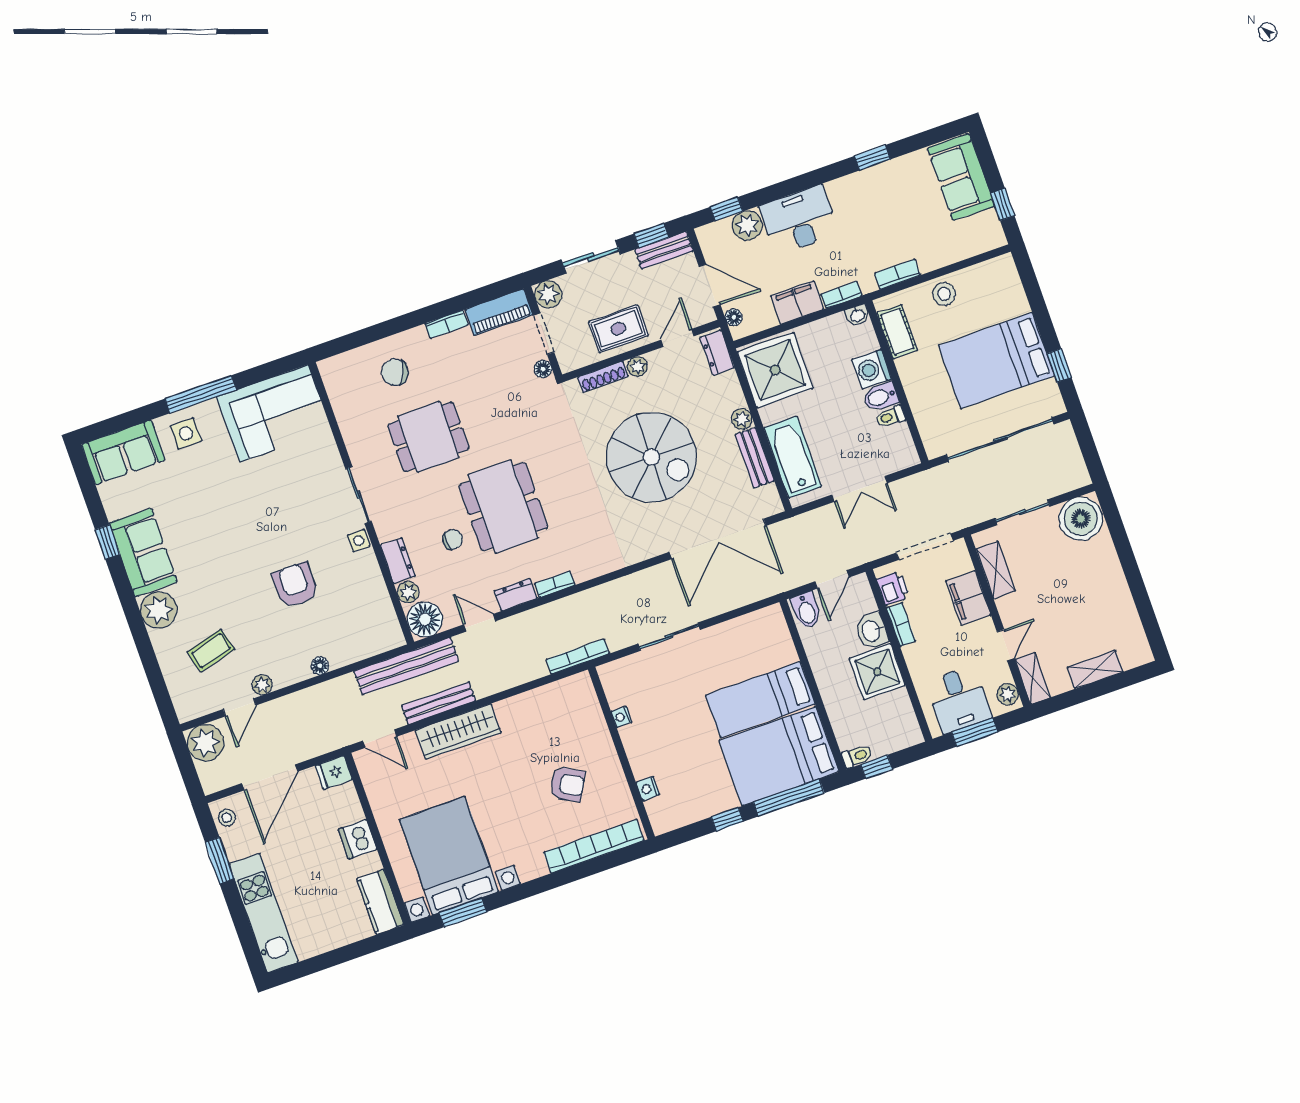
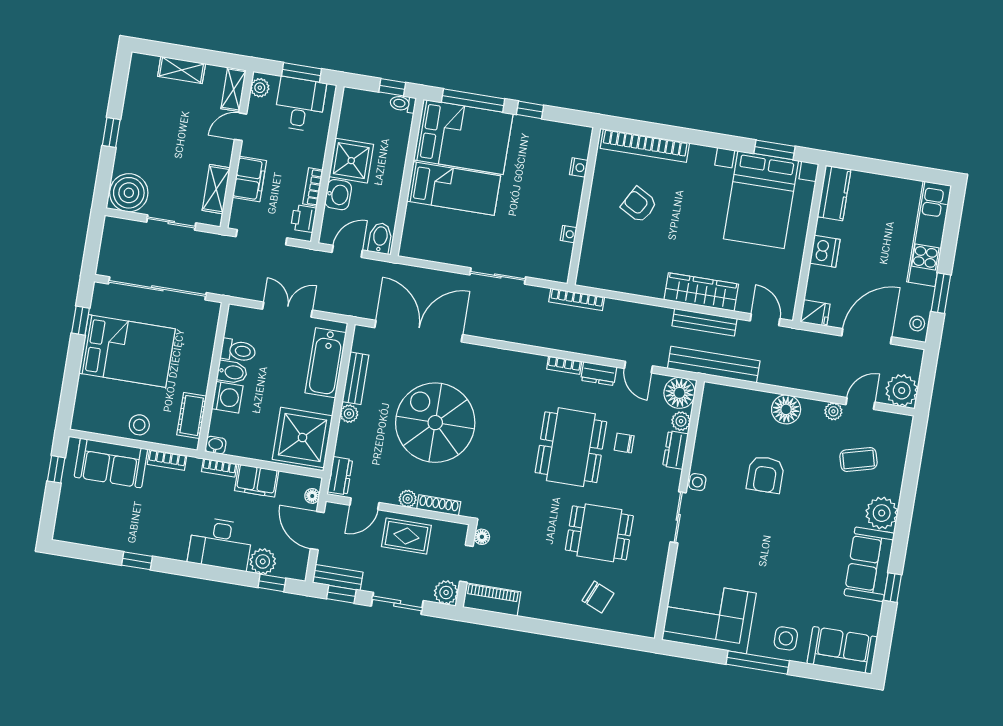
sofa: (961, 177) -> (111, 463), moved, turned 90
bookcase: (447, 324) -> (538, 612), removed
toilet: (890, 417) -> (238, 351), width x1.37, depth x1.39
window: (1131, 569) -> (111, 132), added
floor lamp: (320, 666) -> (786, 409), width x1.89, depth x1.89

